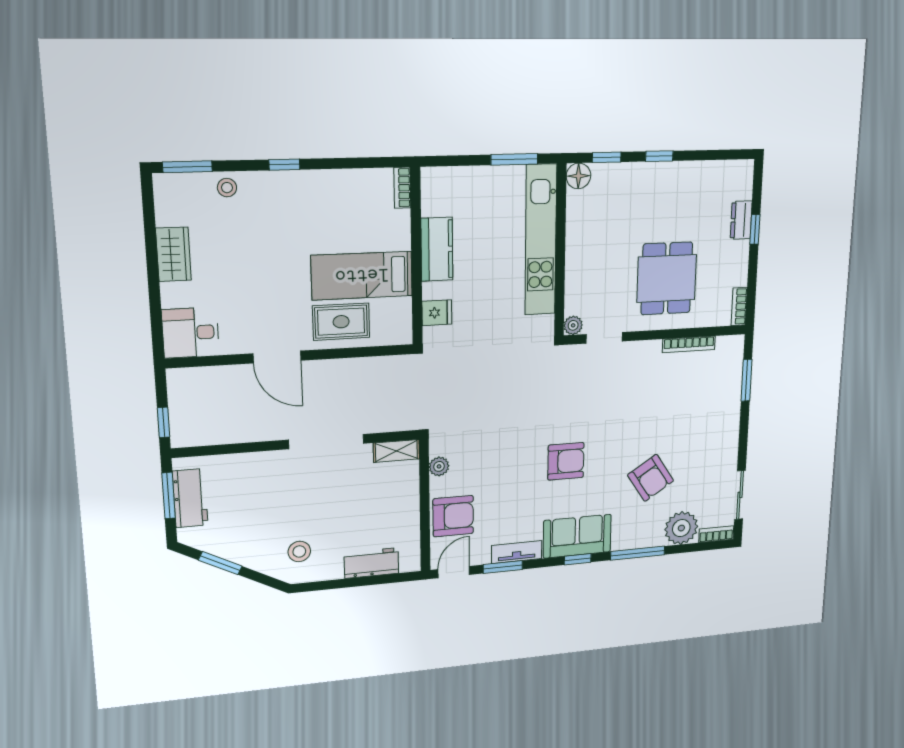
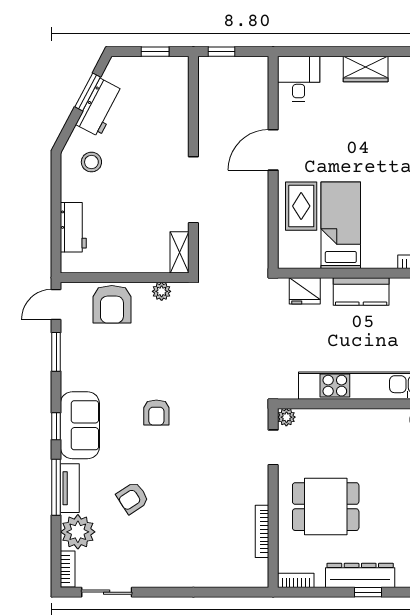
dresser: (741, 220) -> (360, 575), width x1.96, depth x1.24
fridge: (437, 313) -> (305, 291), width x1.38
window: (746, 380) -> (223, 592), removed
armchair: (566, 461) -> (156, 413), width x0.72, depth x0.72
armchair: (651, 478) -> (133, 498), width x0.72, depth x0.72
window: (169, 496) -> (155, 52), width x0.67
workbench: (190, 498) -> (100, 108), moved, turned -62
tv unit: (517, 552) -> (70, 488), moved
door: (454, 572) -> (56, 304), swing flipped

